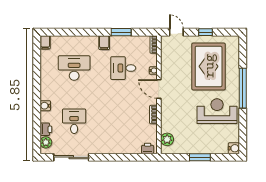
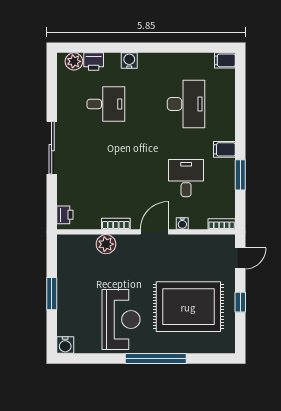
plant: (167, 139) -> (106, 244), moved
sliding door: (71, 157) -> (52, 148), moved

